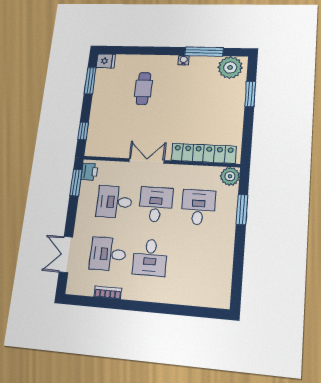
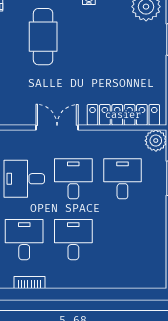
cafe table: (143, 88) -> (43, 37), width x1.37, depth x1.35
desk: (108, 254) -> (24, 240), turned 90
desk: (150, 257) -> (73, 240), turned 180

